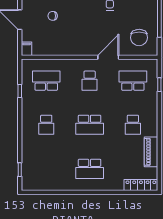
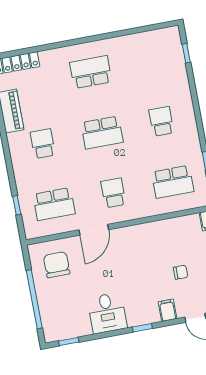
school desk: (90, 125) -> (102, 132), turned 180

